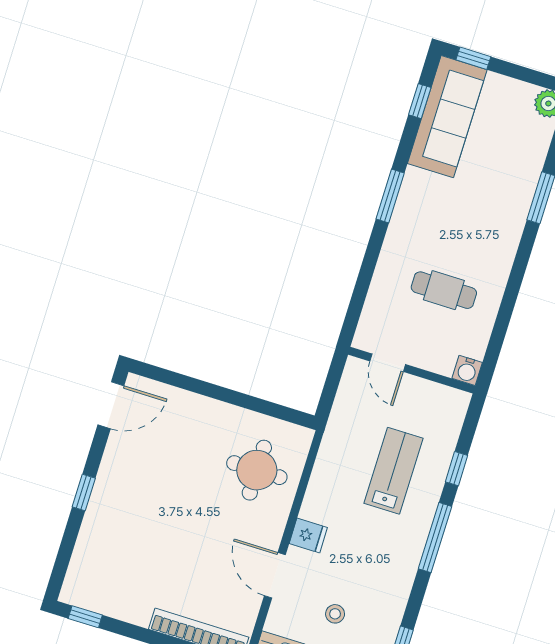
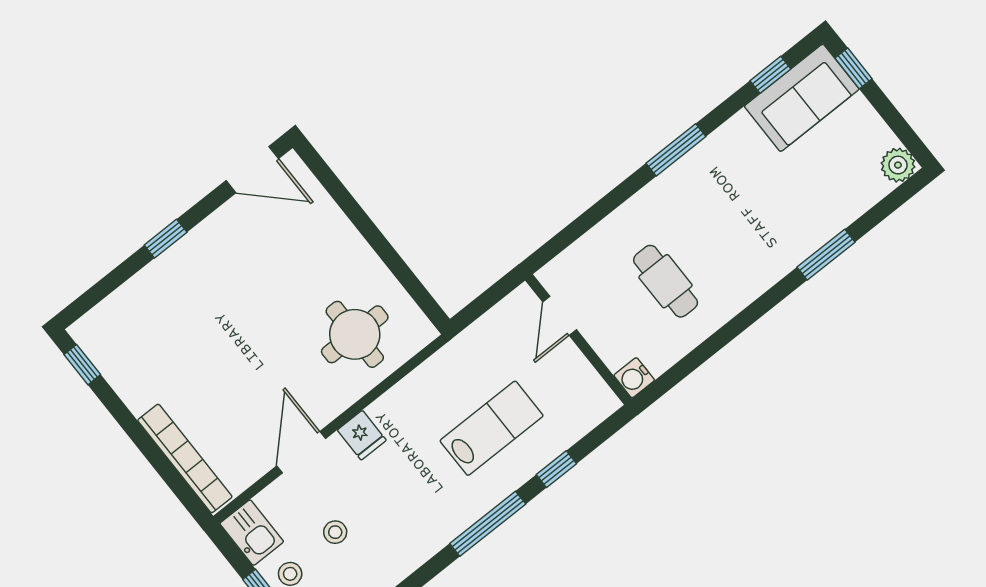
sofa: (447, 117) -> (802, 98), width x0.73

